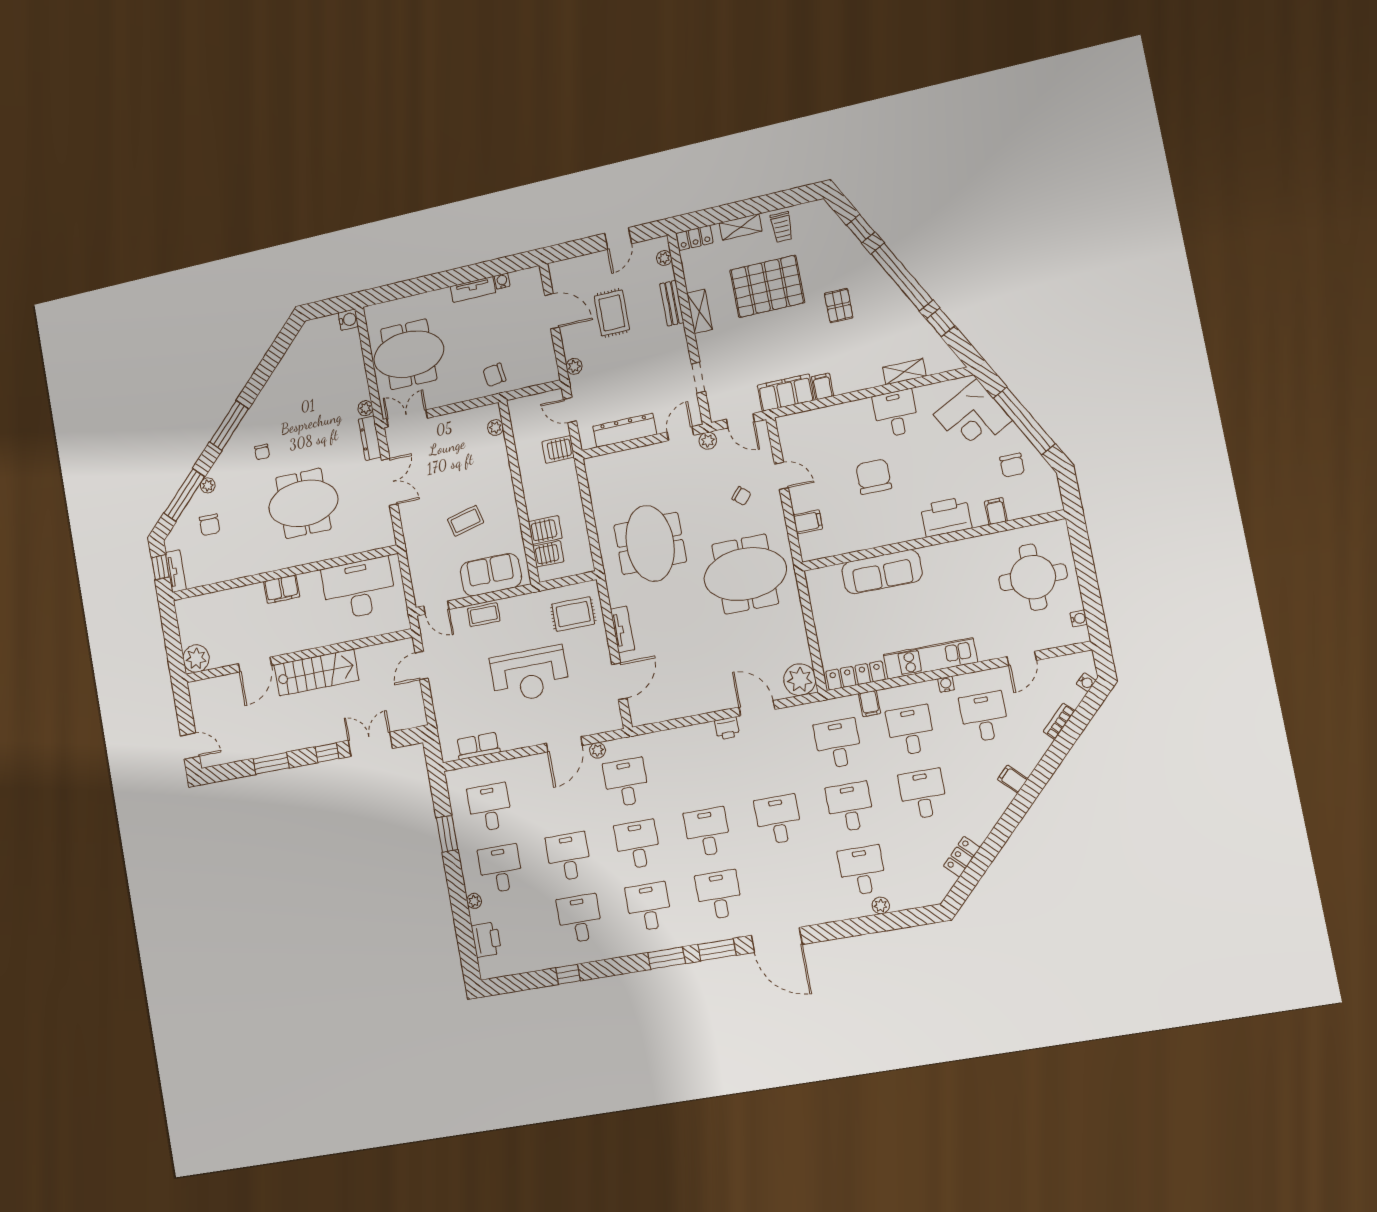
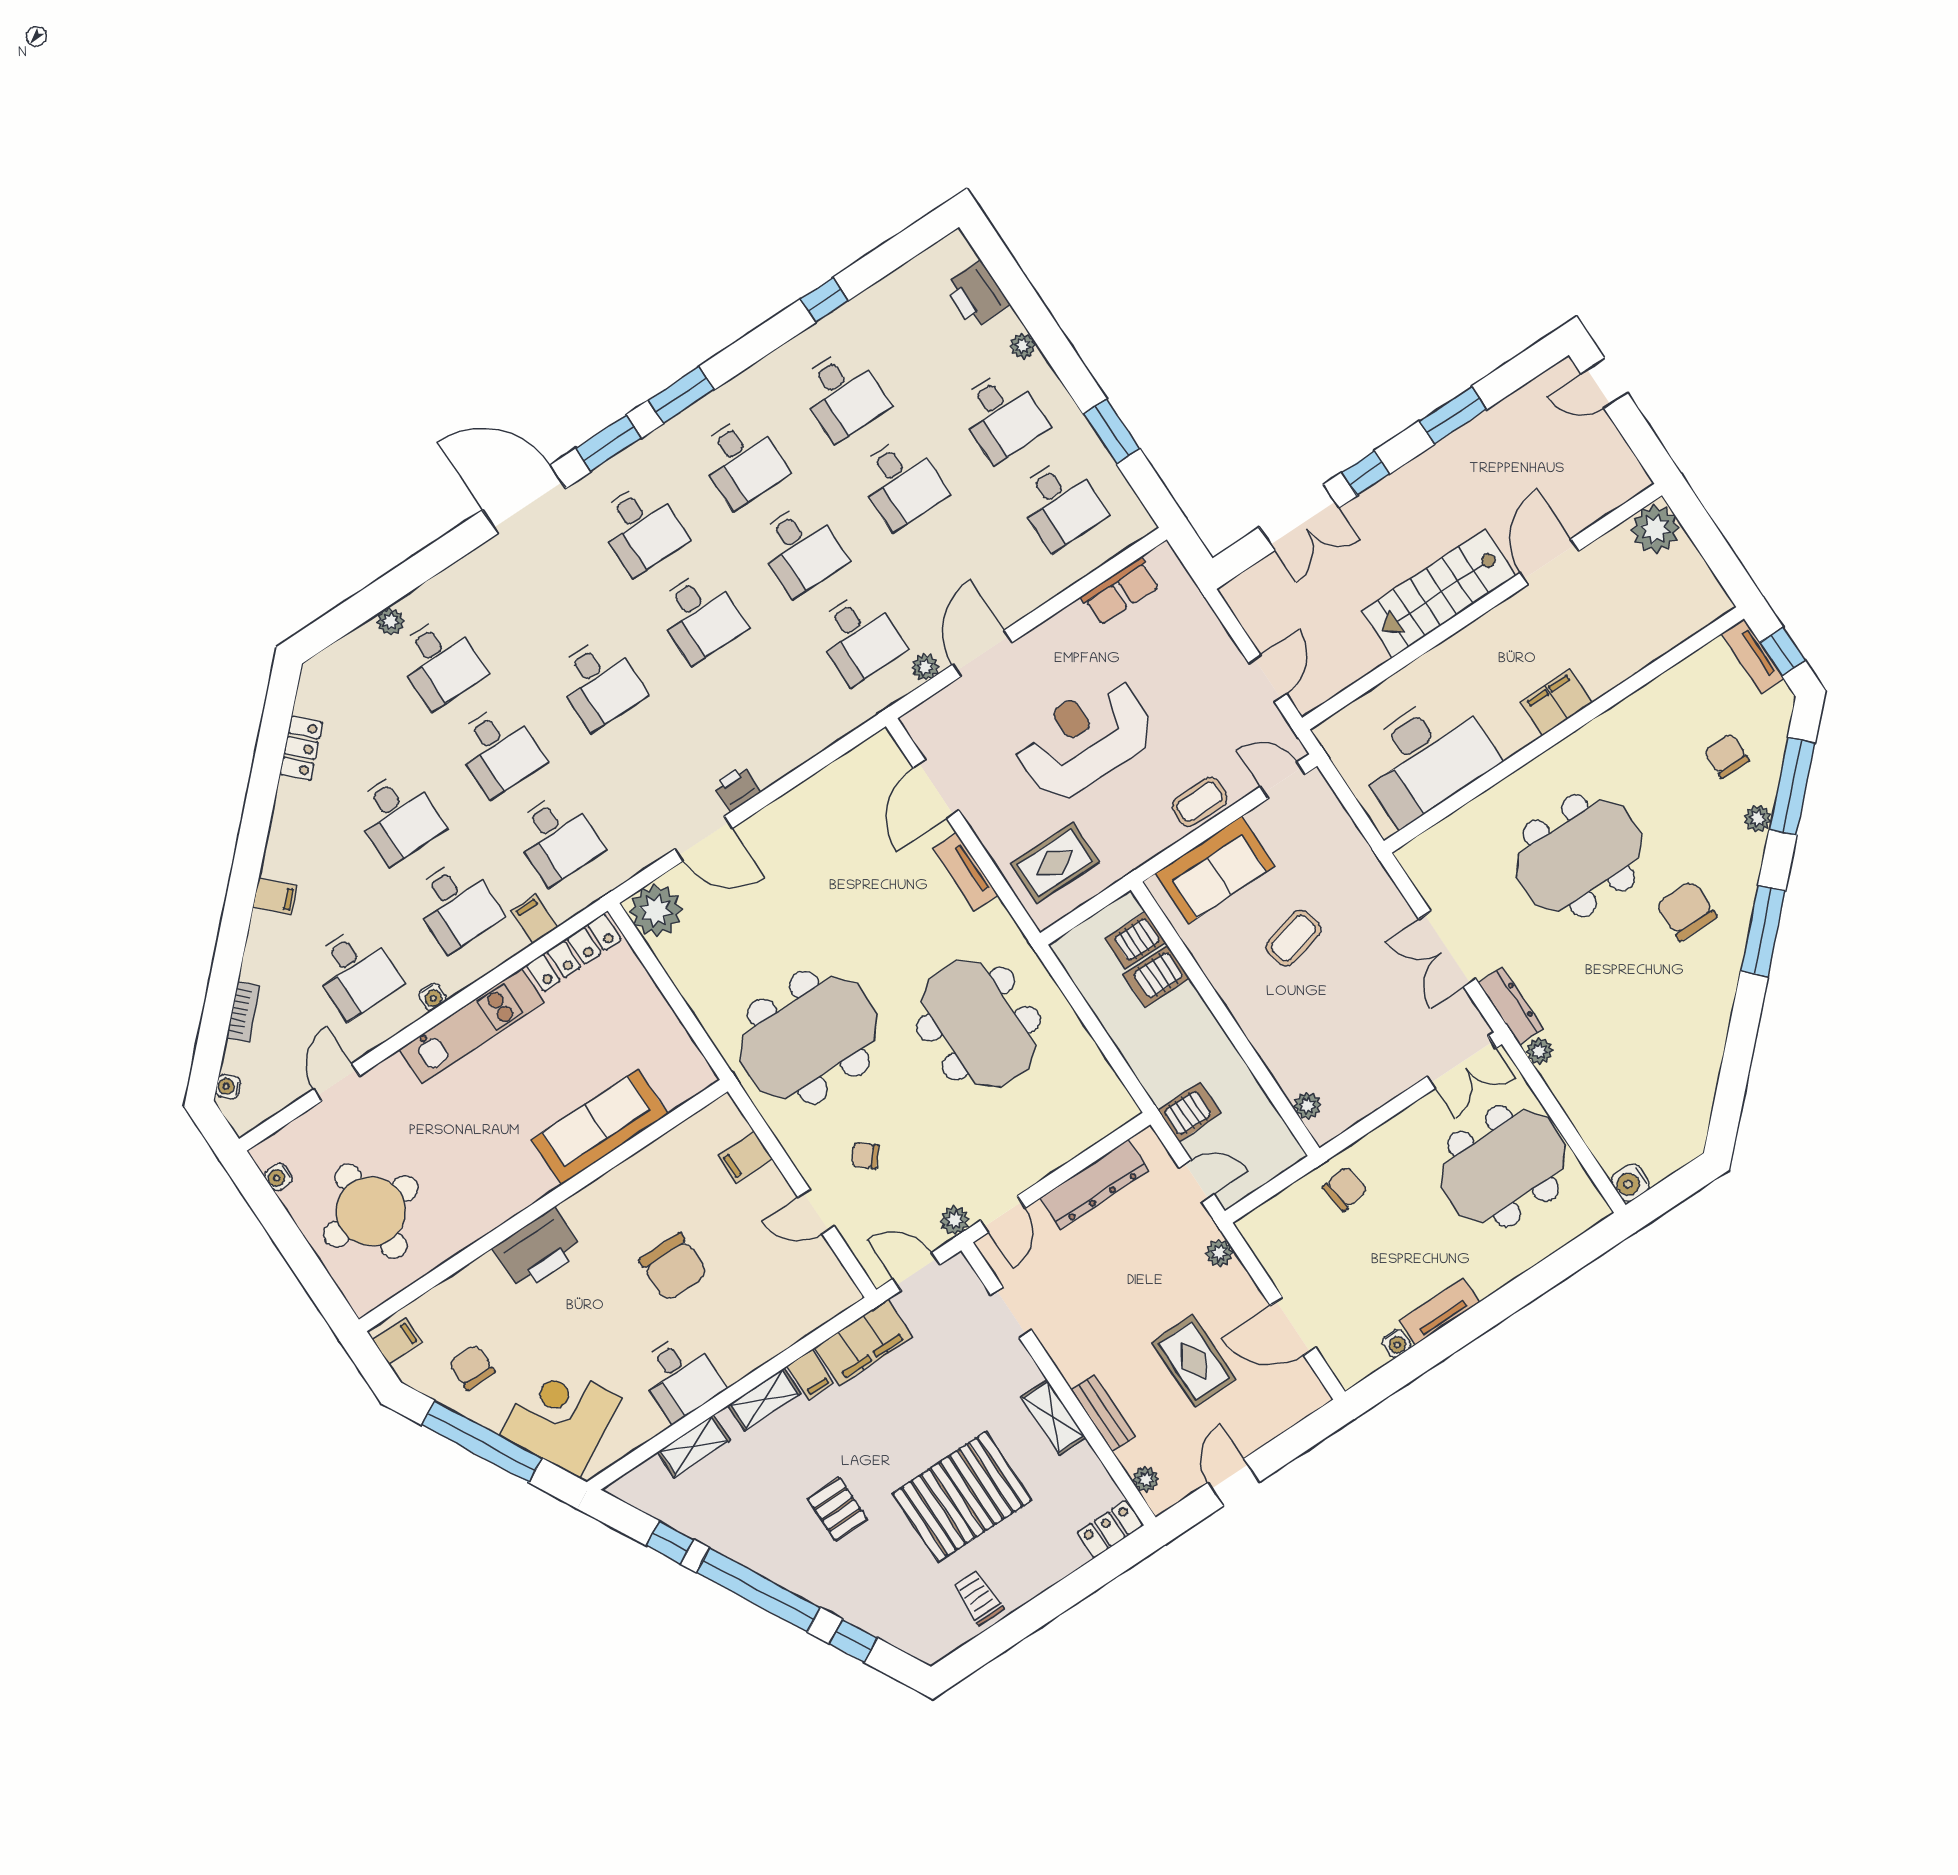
shelving: (741, 227) -> (764, 1399), moved
chair: (262, 452) -> (1686, 911), width x1.87, depth x1.87
filing cabinet: (996, 511) -> (397, 1341), moved, turned -90

